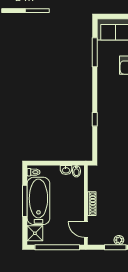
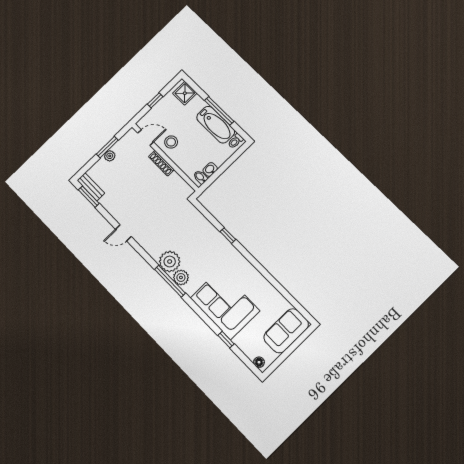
window: (95, 52) -> (284, 293), removed
bathtub: (38, 201) -> (216, 125), width x0.73, depth x0.73
stool: (73, 211) -> (171, 142), added
window: (57, 247) -> (155, 100), width x0.32

